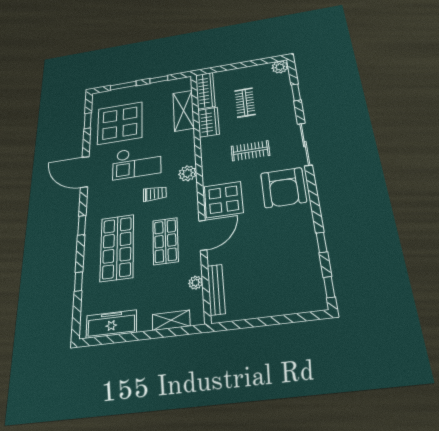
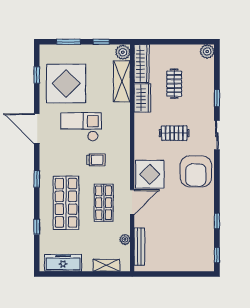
window: (296, 92) -> (217, 98), moved
sliding door: (305, 144) -> (217, 135), width x0.73
checkout: (137, 162) -> (81, 127), turned 180
plant: (187, 173) -> (123, 52), moved

